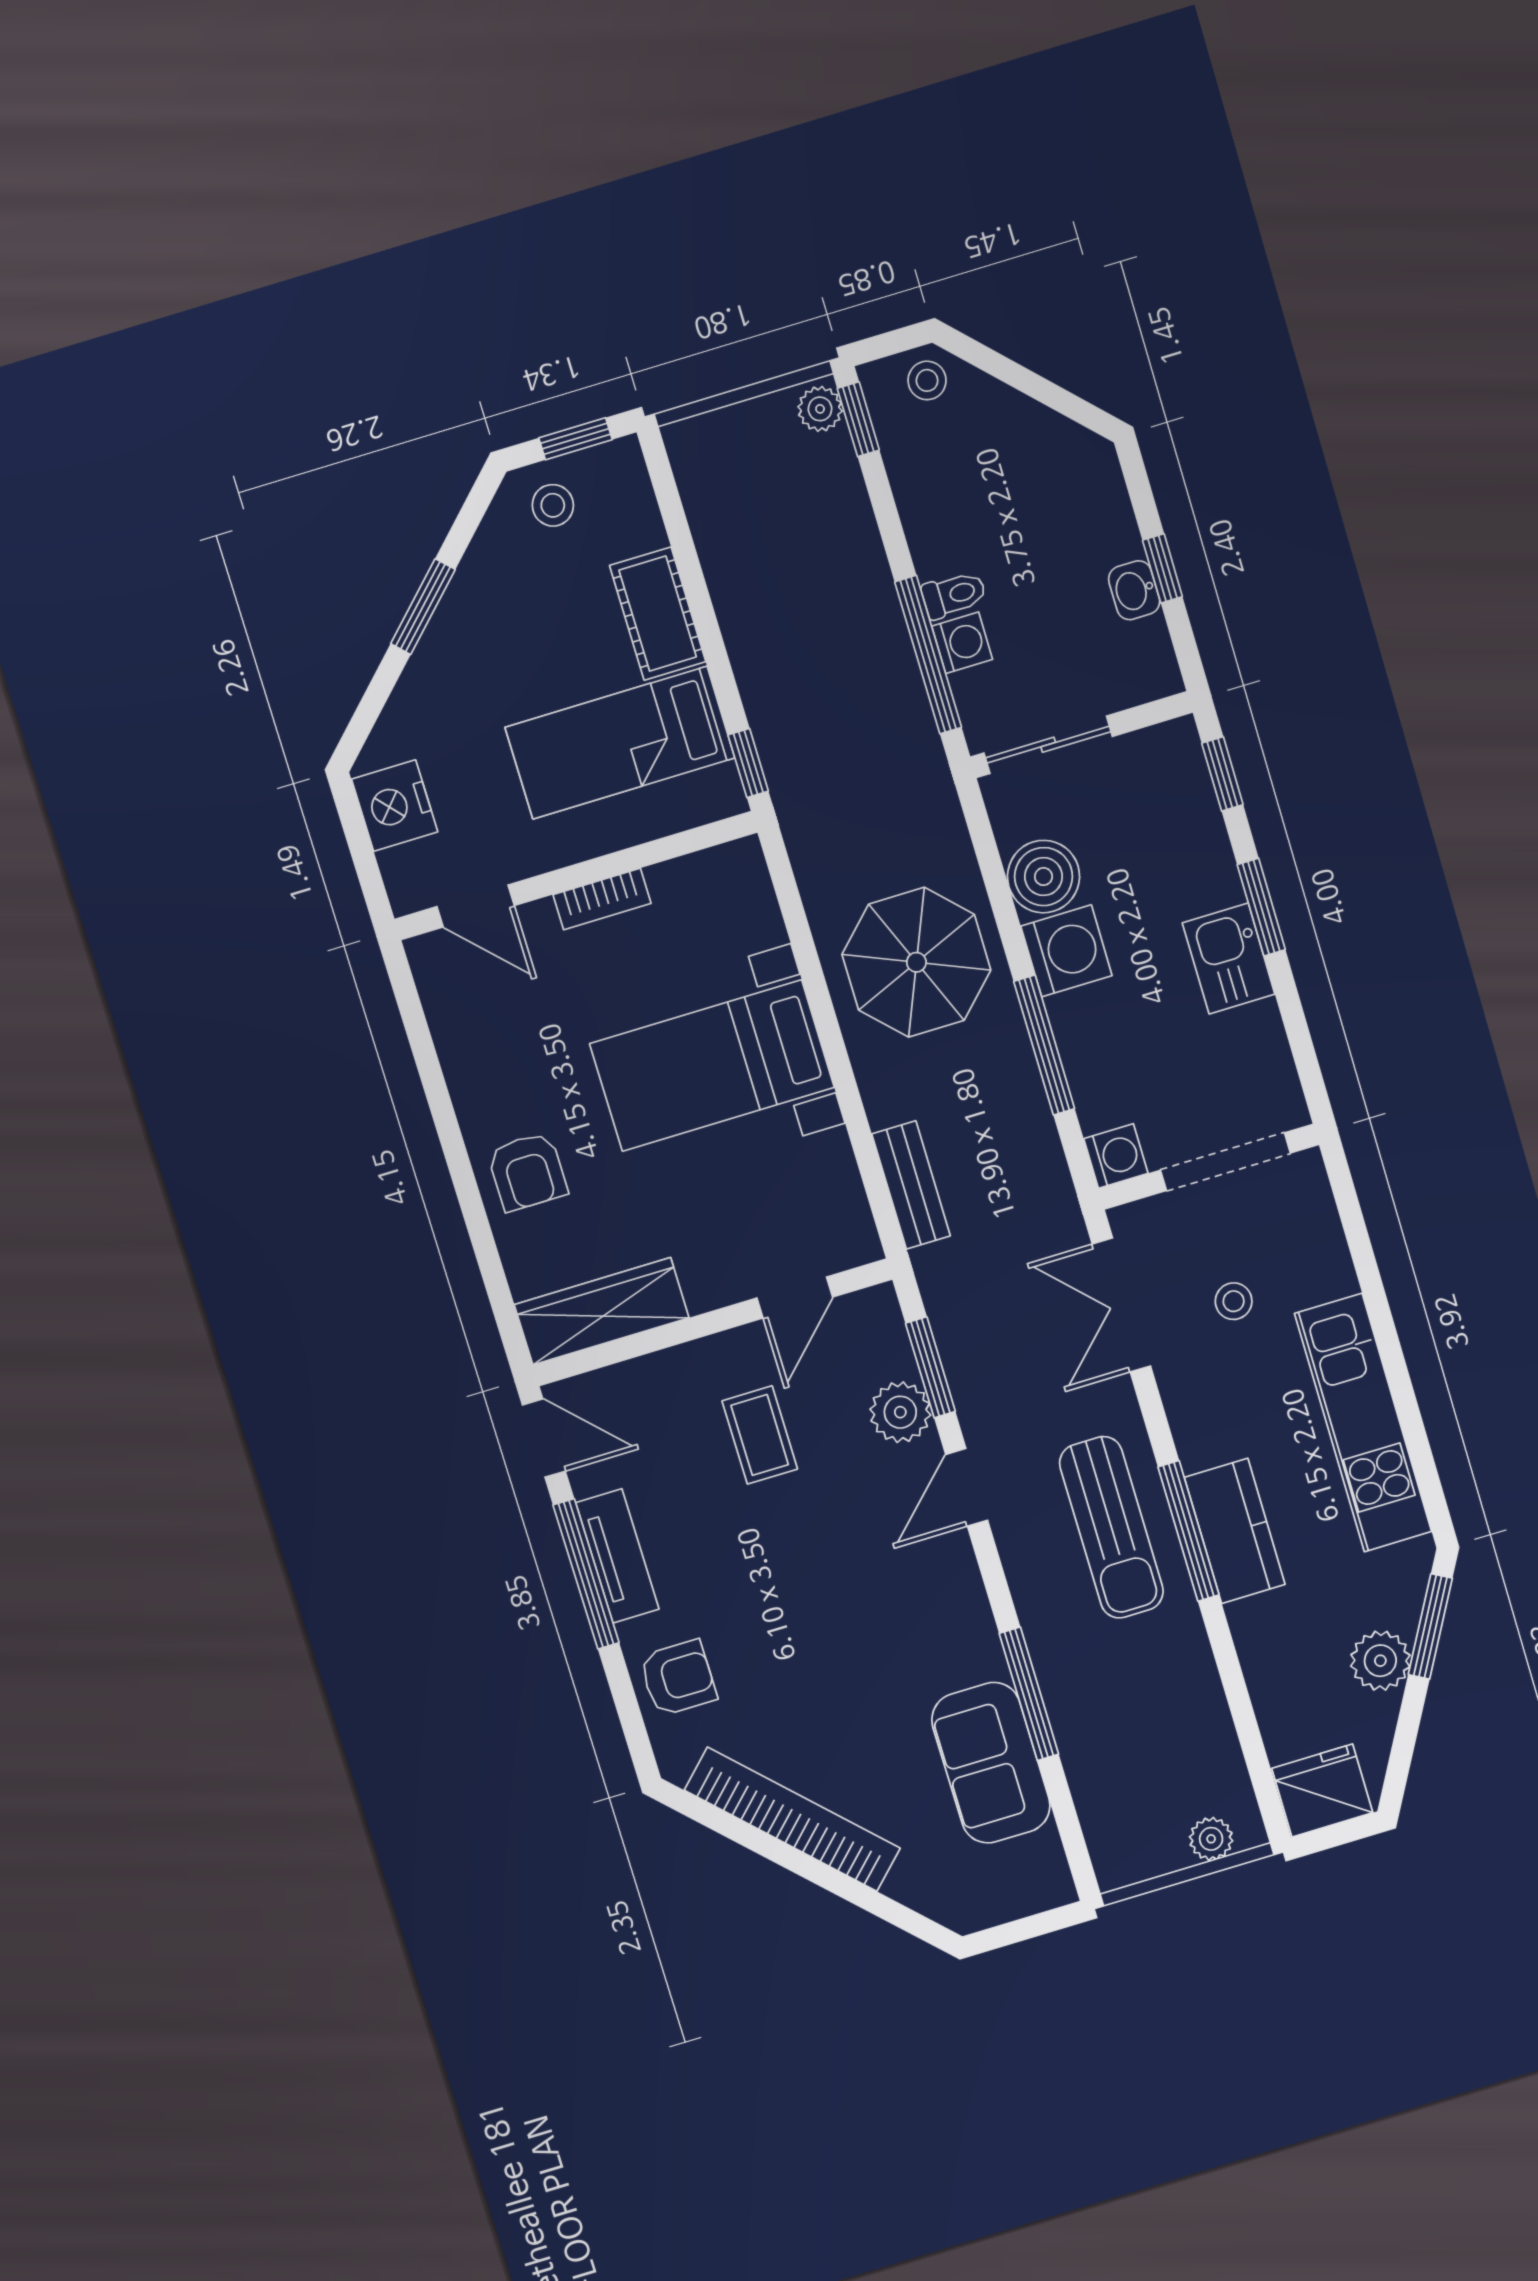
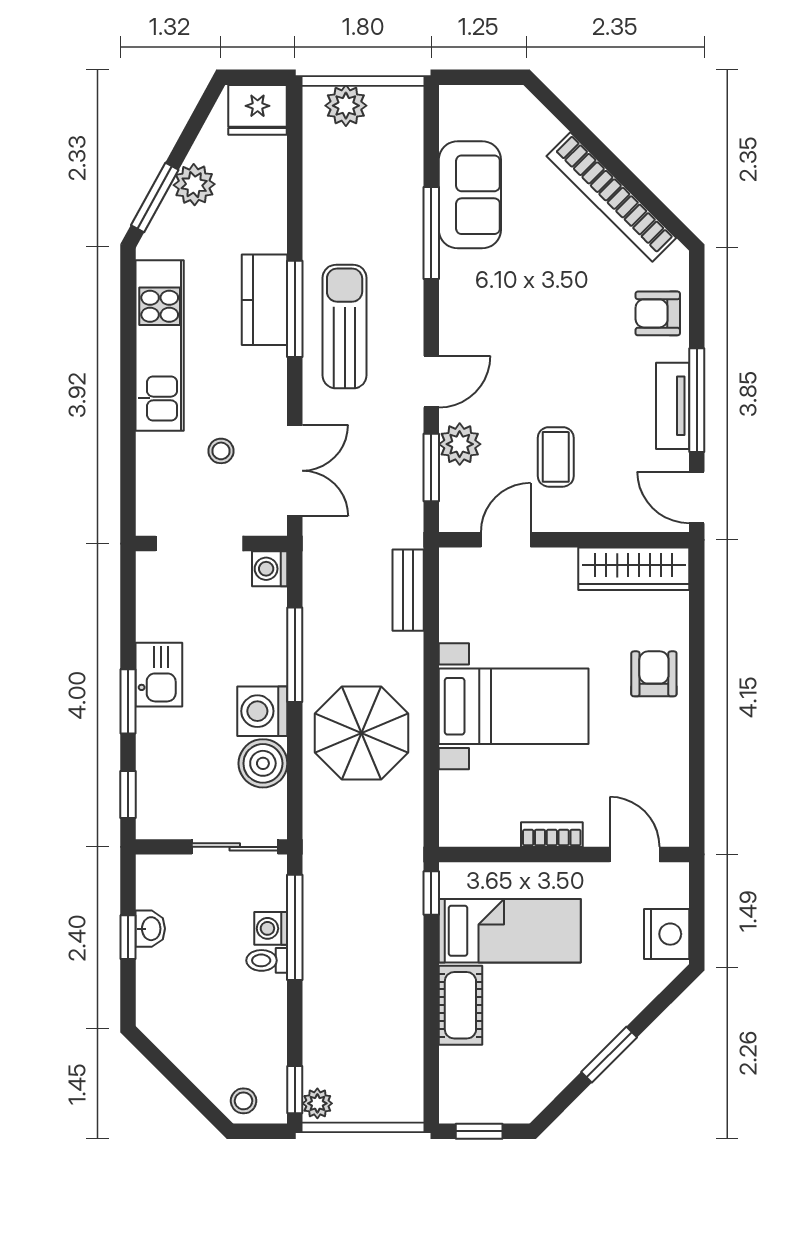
stool: (553, 505) -> (506, 1094), removed
plant: (1211, 1839) -> (346, 106), width x1.38, depth x1.38

